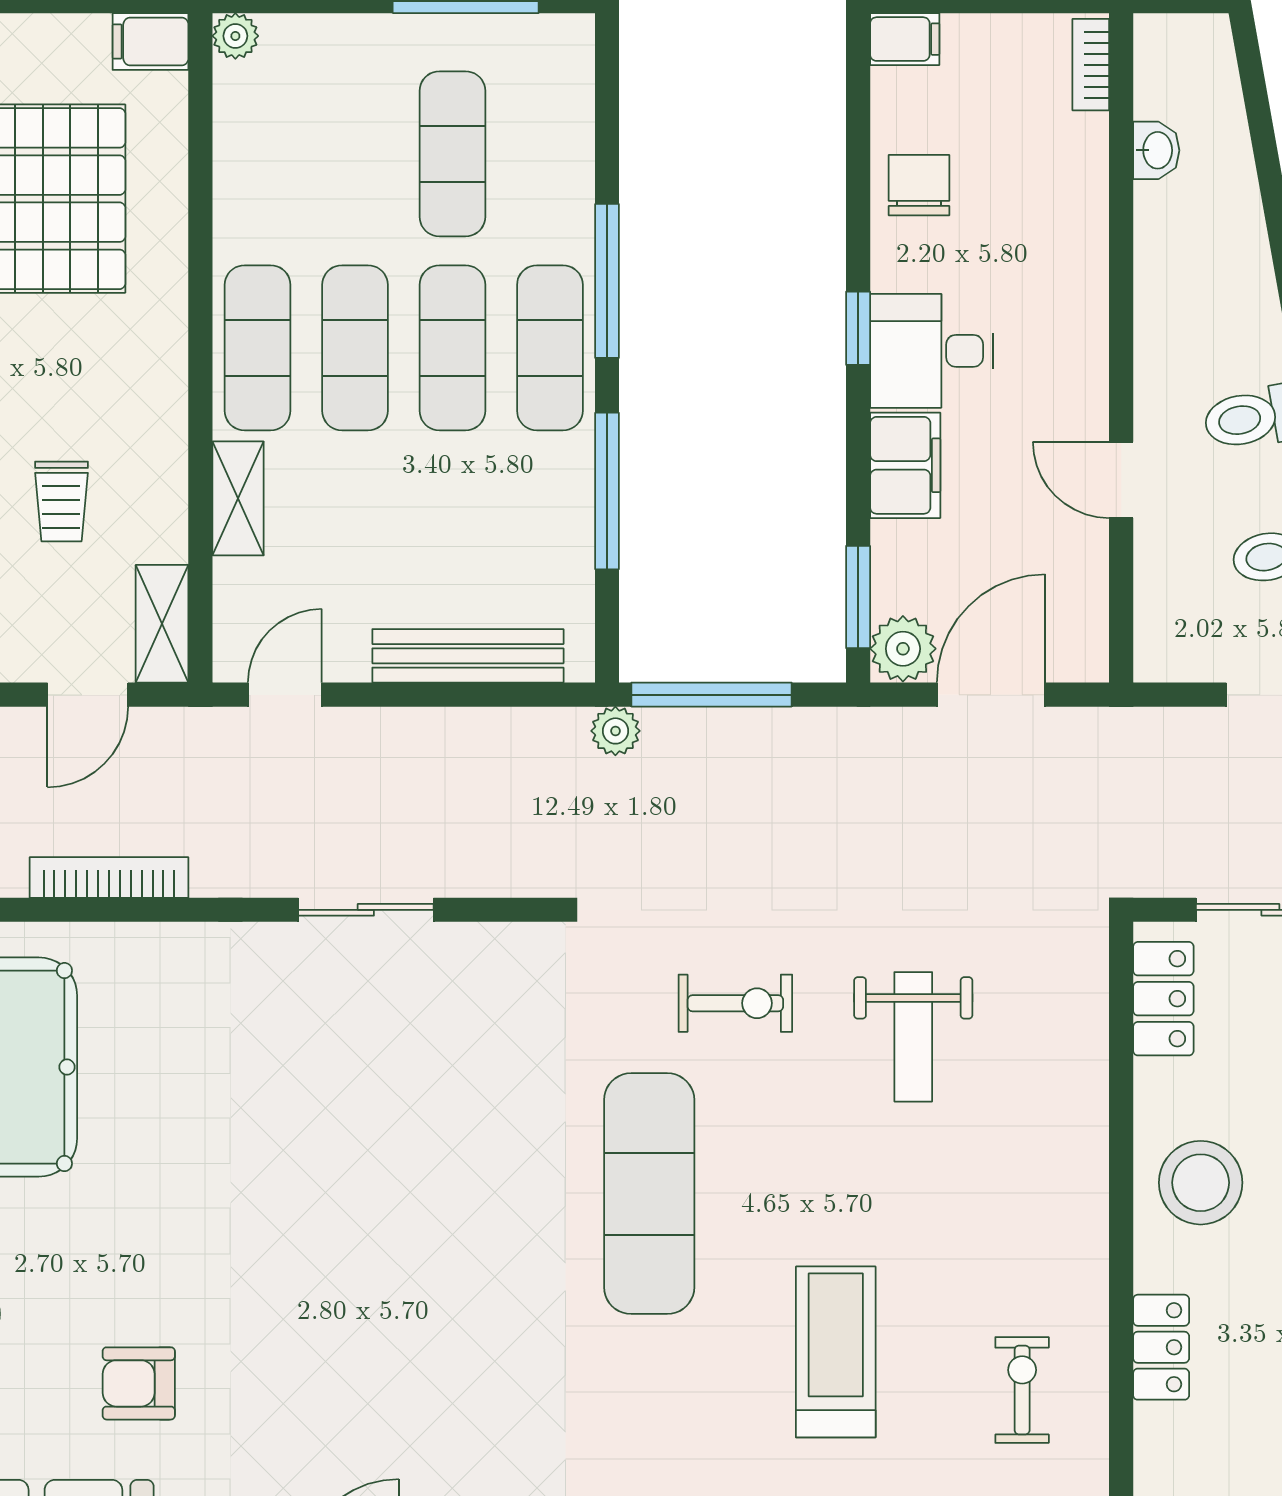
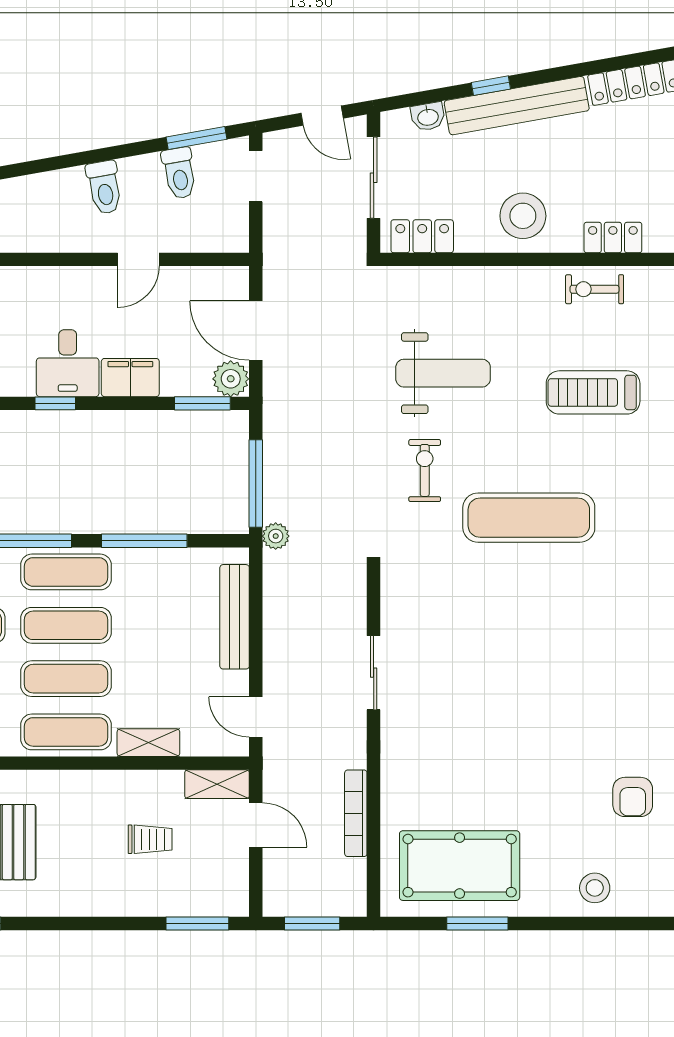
weight bench: (913, 1037) -> (443, 373), width x1.36, depth x1.33
treadmill: (836, 1352) -> (593, 392), moved
exercise bike: (1022, 1390) -> (595, 289), moved

